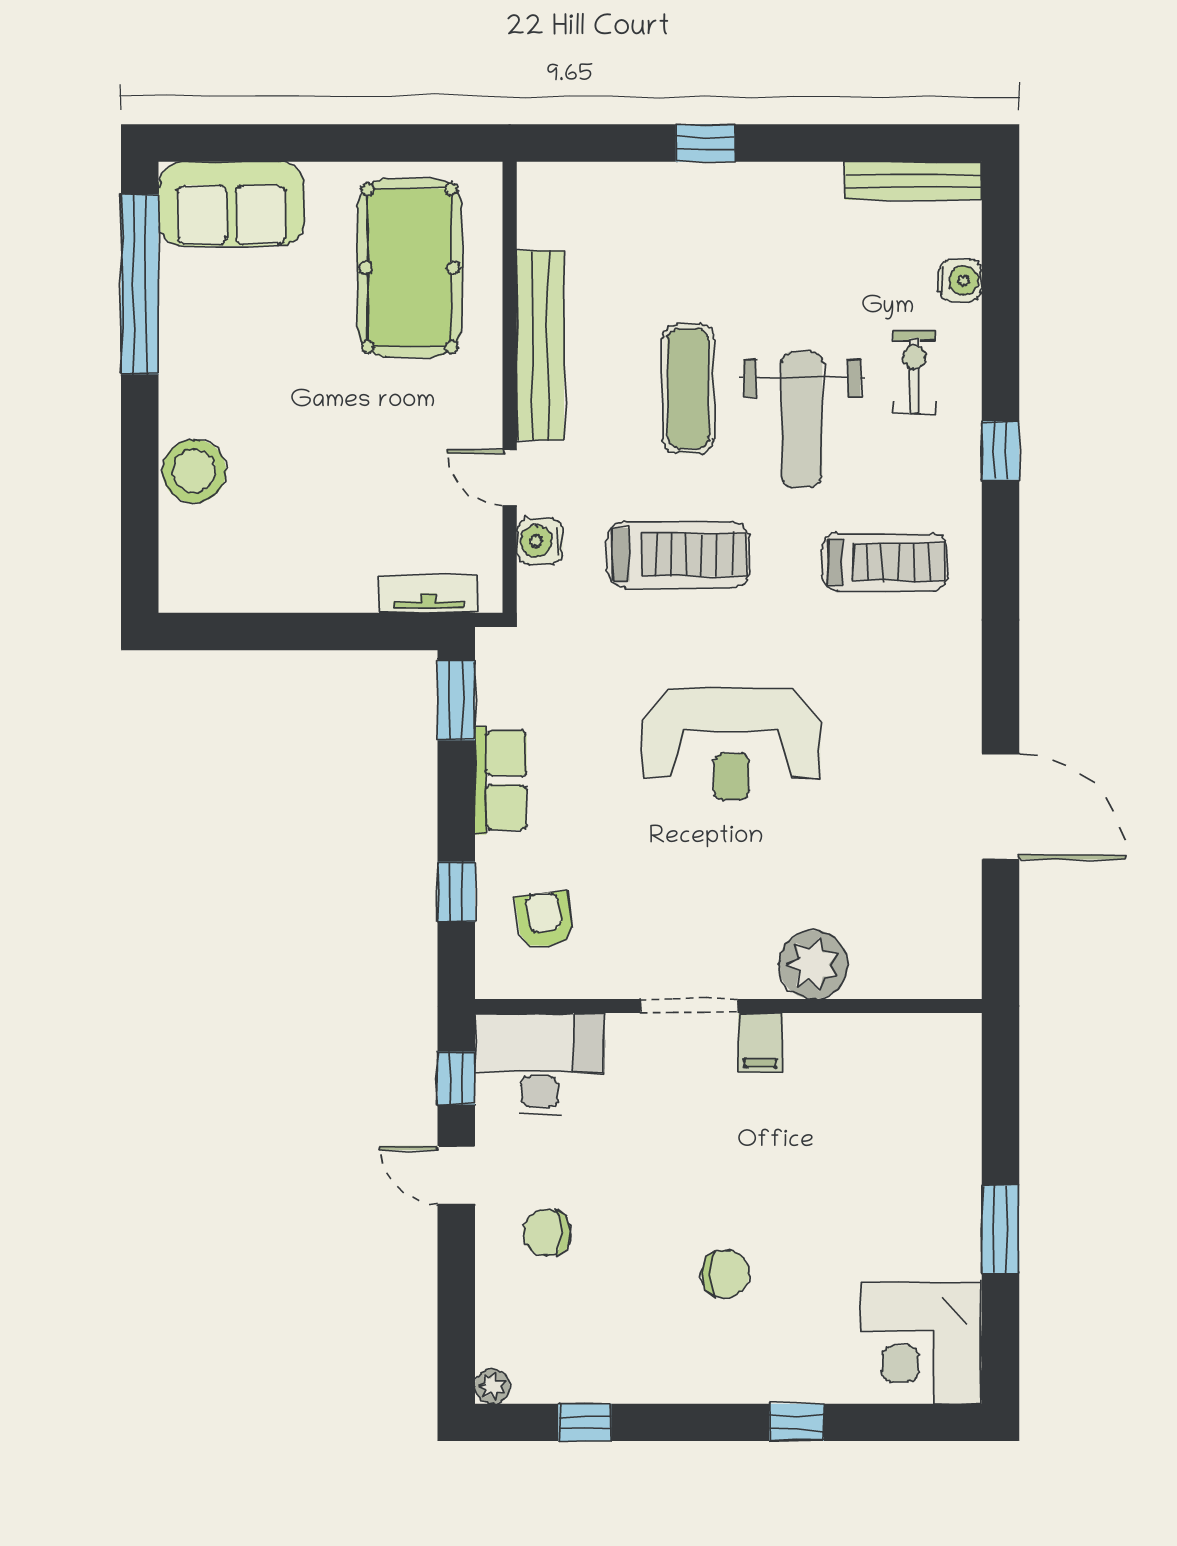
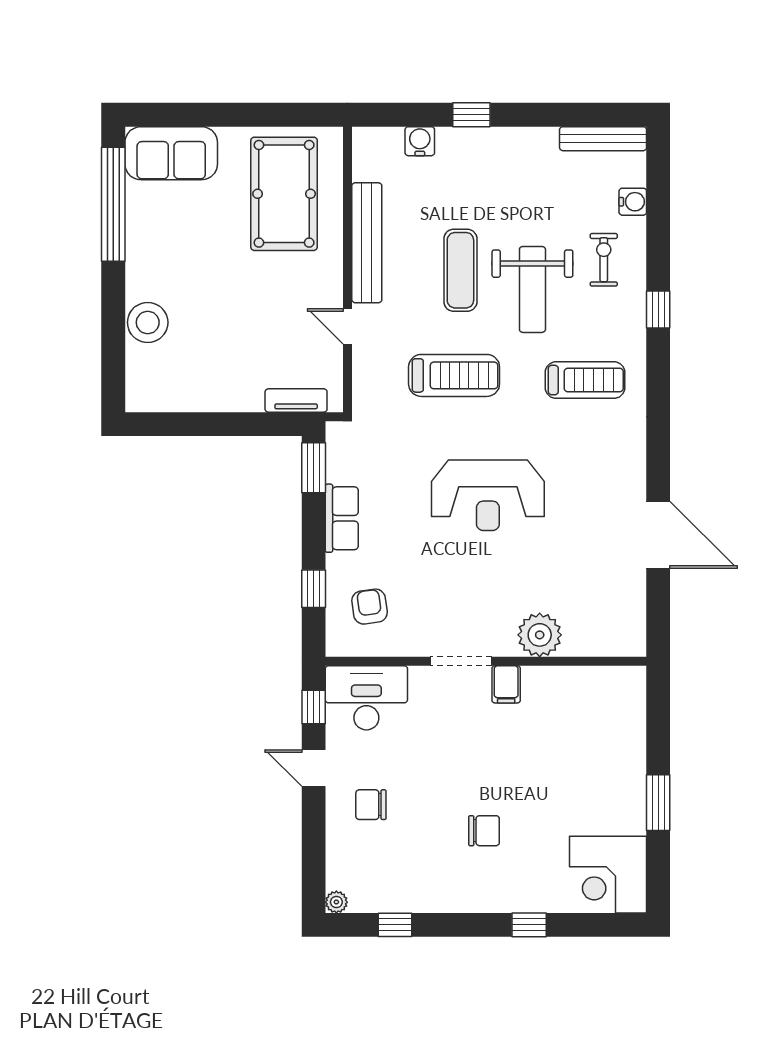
water cooler: (540, 541) -> (420, 141), moved, turned 90

